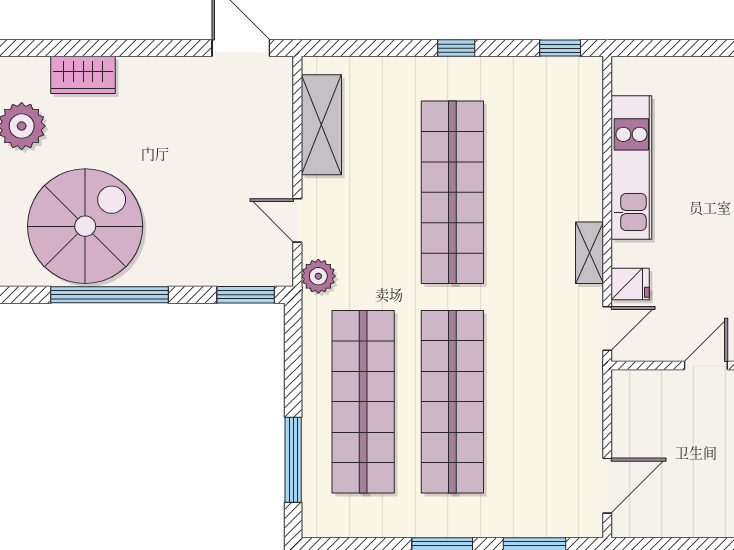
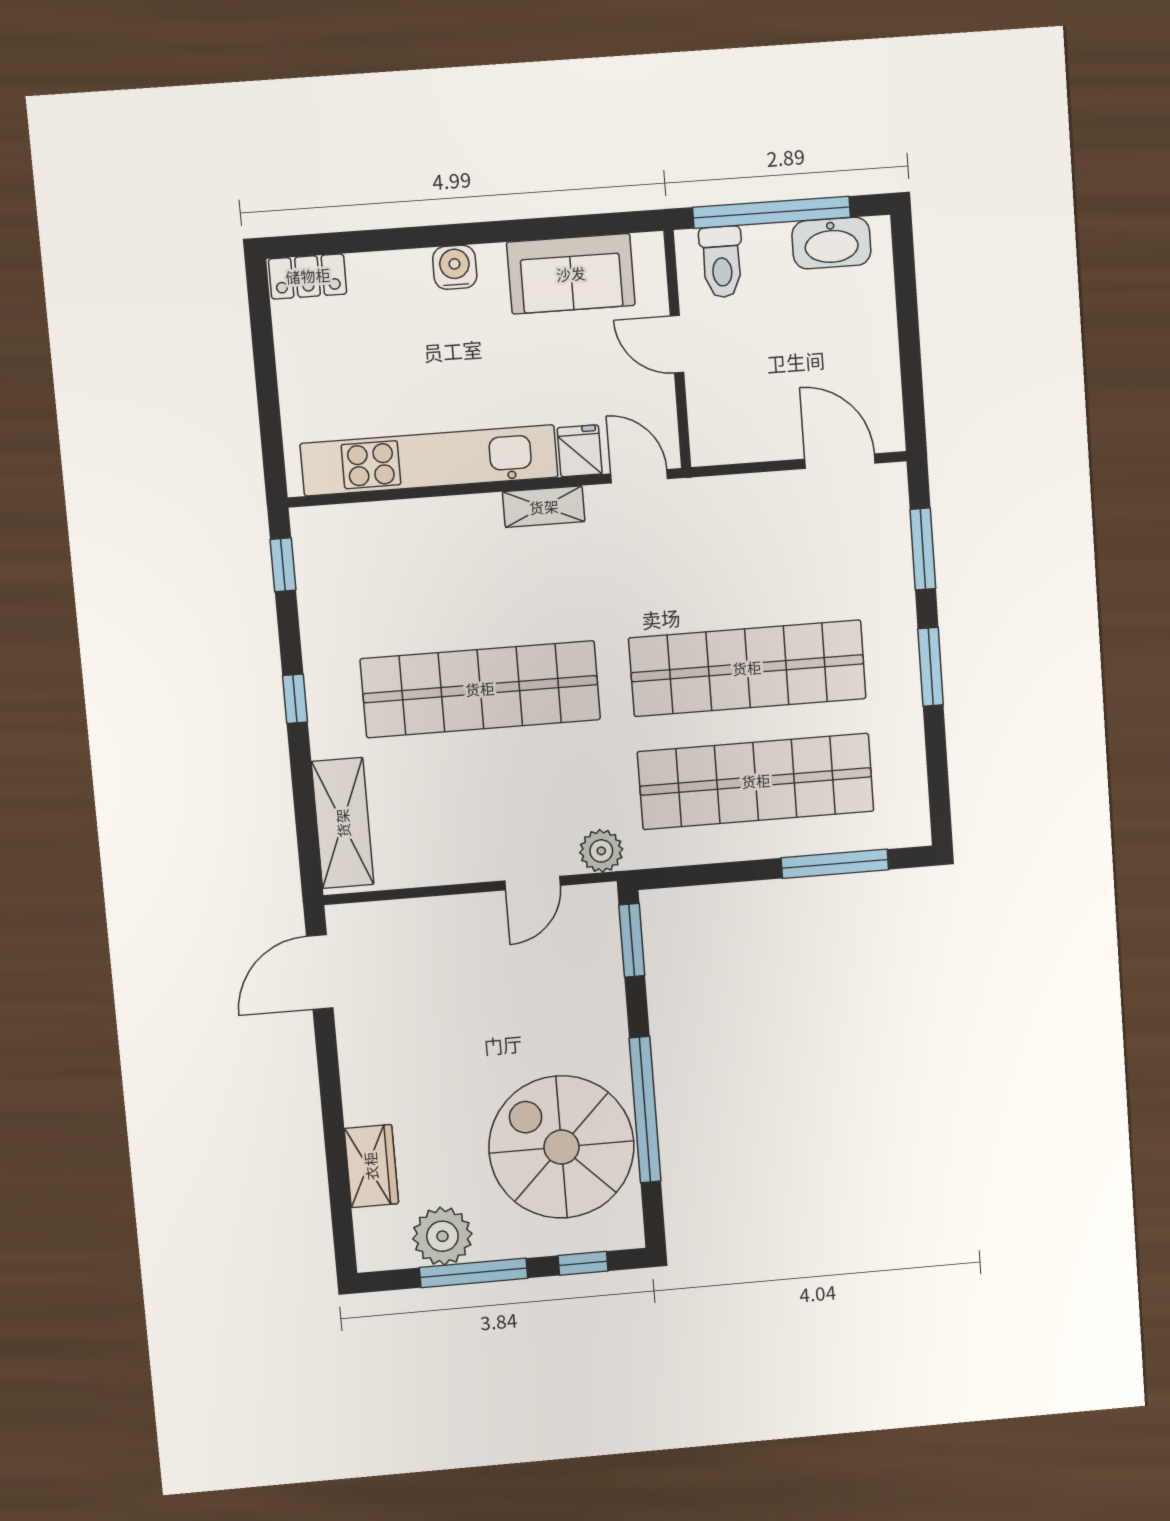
shelving: (321, 125) -> (343, 823), moved, turned 90
kitchen unit: (631, 167) -> (429, 460), width x1.36

